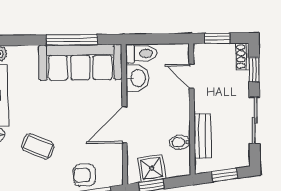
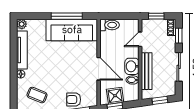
door: (192, 76) -> (140, 39), hinge flipped
washbasin: (137, 78) -> (132, 66), moved, turned 180
door: (125, 125) -> (99, 69), swing flipped
bench: (203, 136) -> (147, 71), width x1.36
coffee table: (38, 146) -> (37, 95), moved

